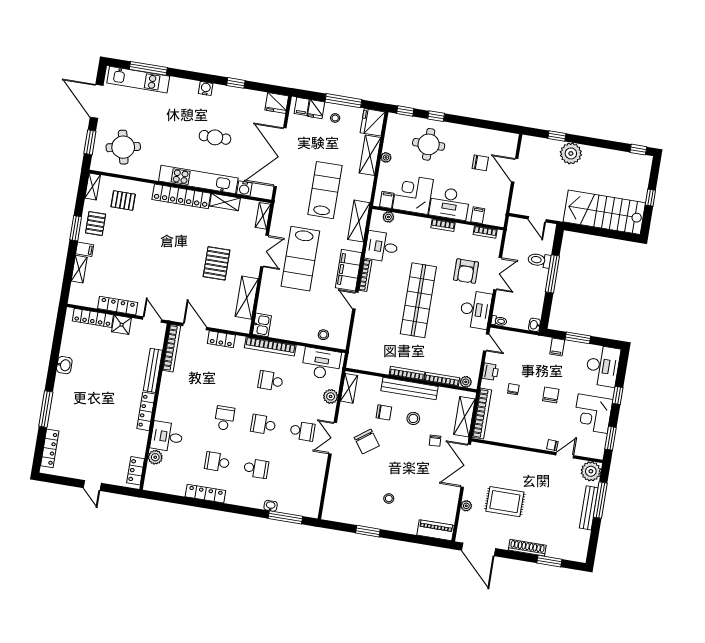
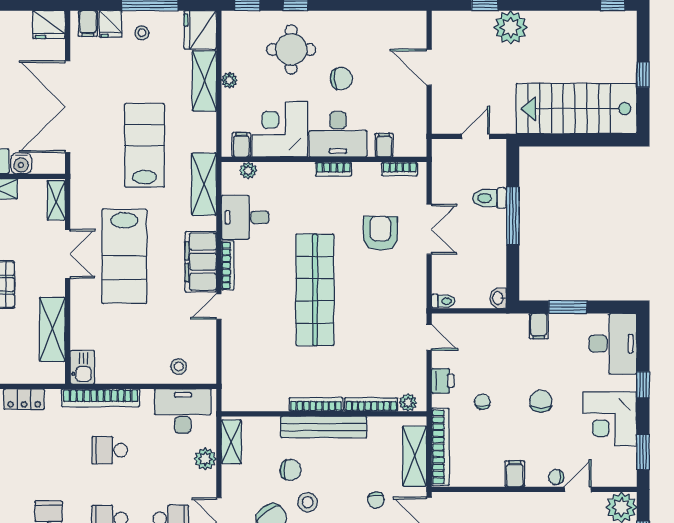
chair: (480, 163) -> (341, 79), moved
door: (537, 219) -> (476, 136), swing flipped
armchair: (466, 271) -> (380, 233), turned 180
door: (355, 301) -> (219, 306), hinge flipped
desk: (476, 310) -> (405, 290), removed
stool: (413, 418) -> (308, 502), moved
filing cabinet: (526, 439) -> (515, 474), added

